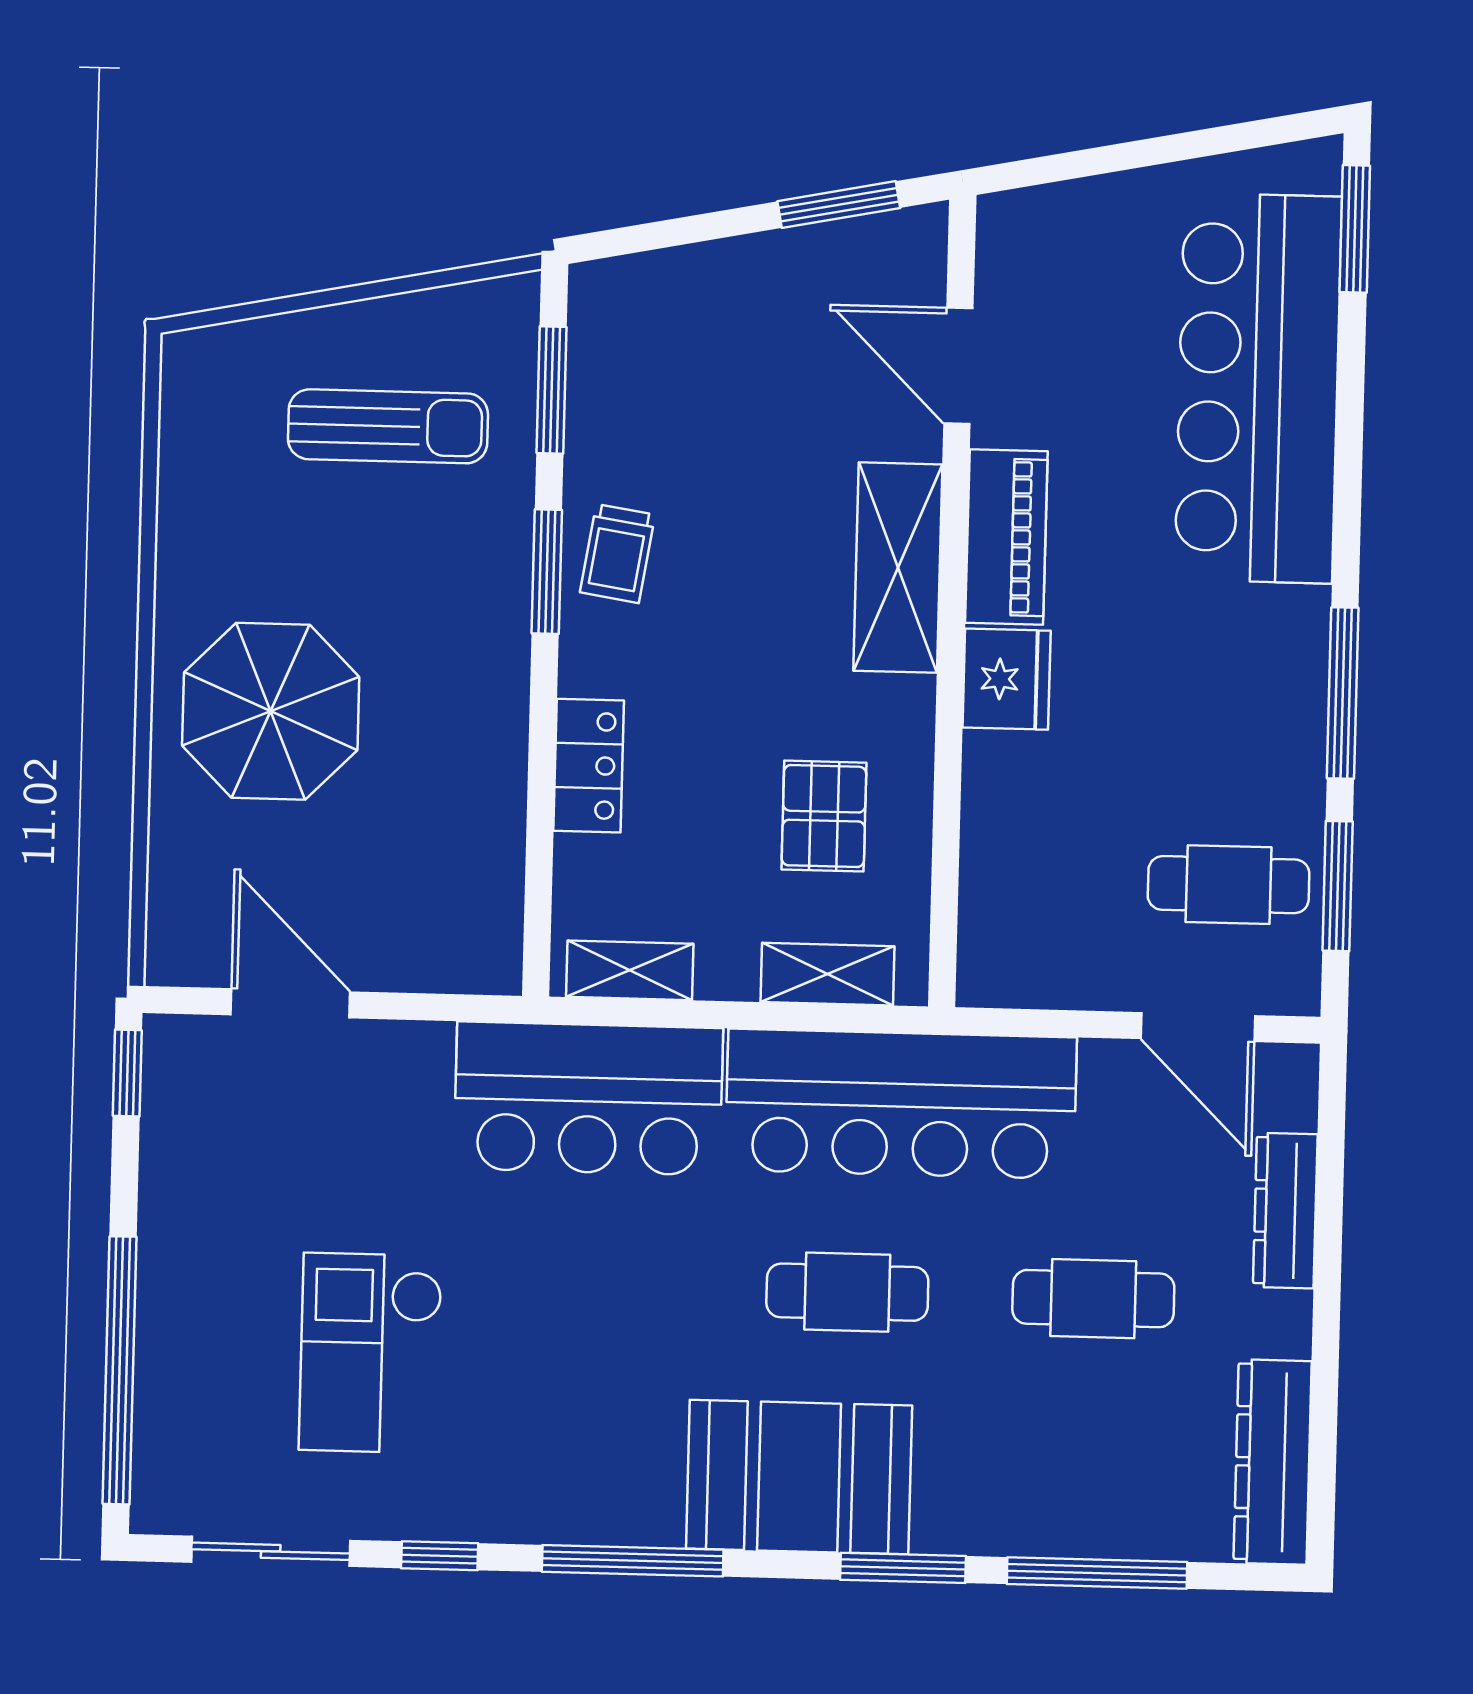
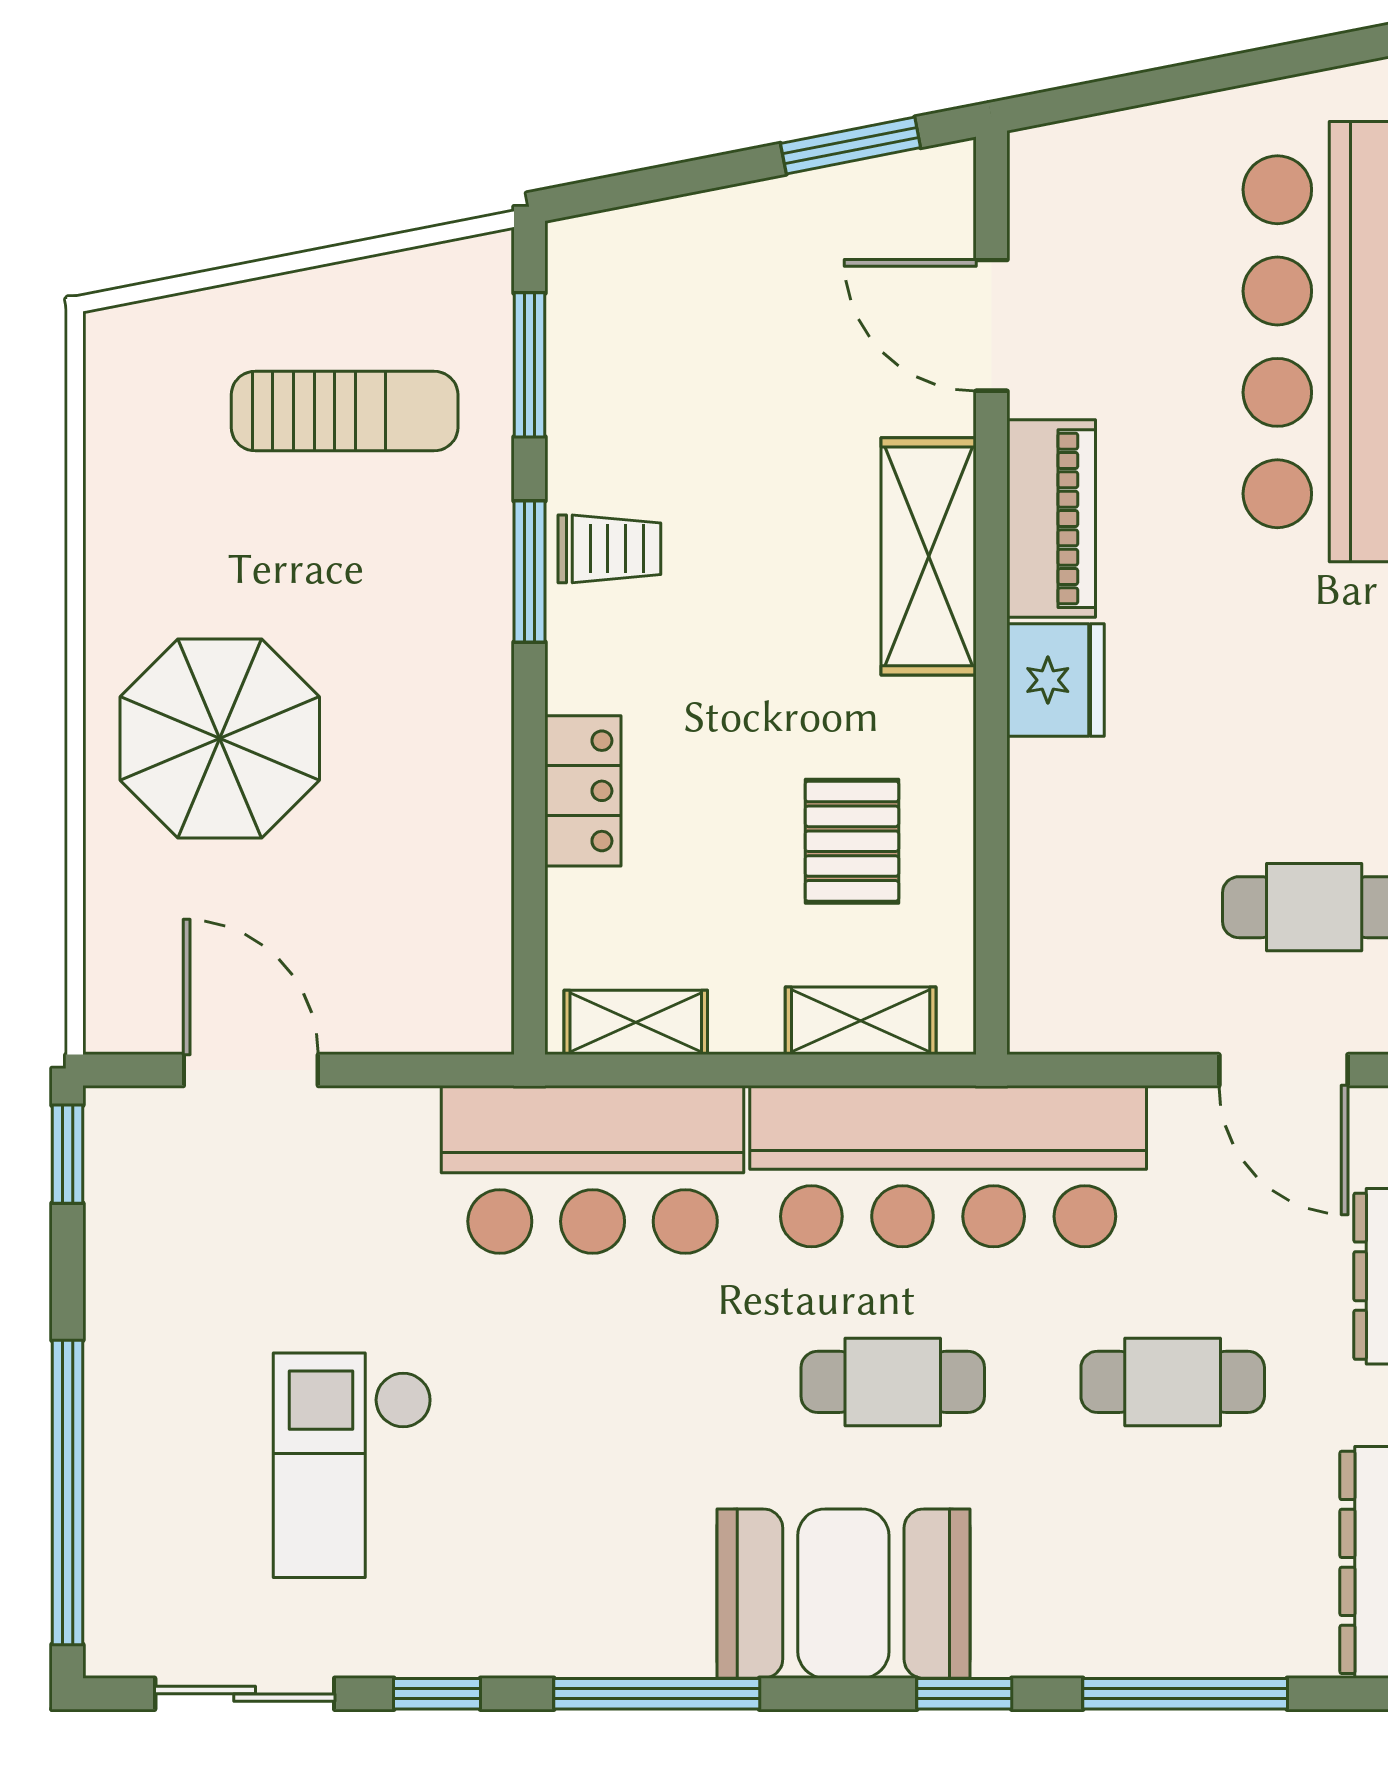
trolley: (618, 553) -> (609, 549), turned -99
window: (903, 1568) -> (964, 1694), width x0.67

